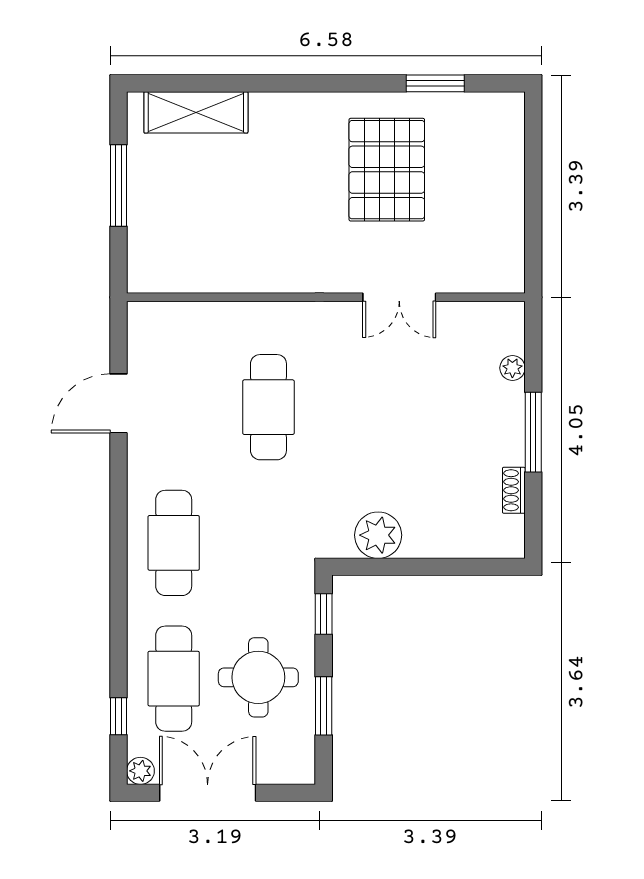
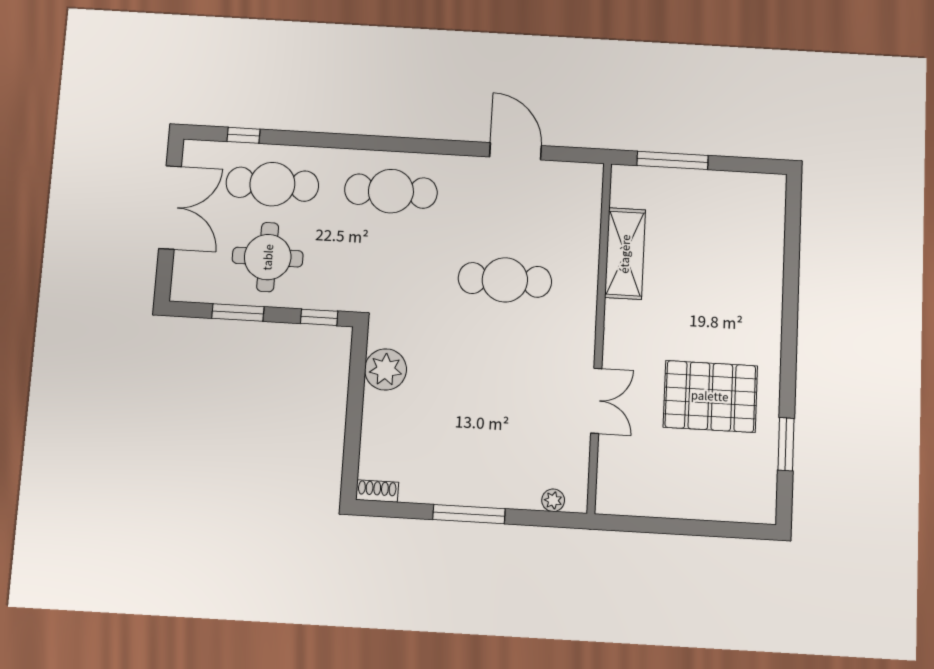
shelving: (196, 112) -> (625, 254), moved
window: (119, 186) -> (673, 160), moved
double door: (399, 297) -> (596, 401), swing flipped
plant: (512, 368) -> (553, 500), moved
shoe rack: (514, 490) -> (377, 491), moved
plant: (140, 771) -> (194, 151), removed

